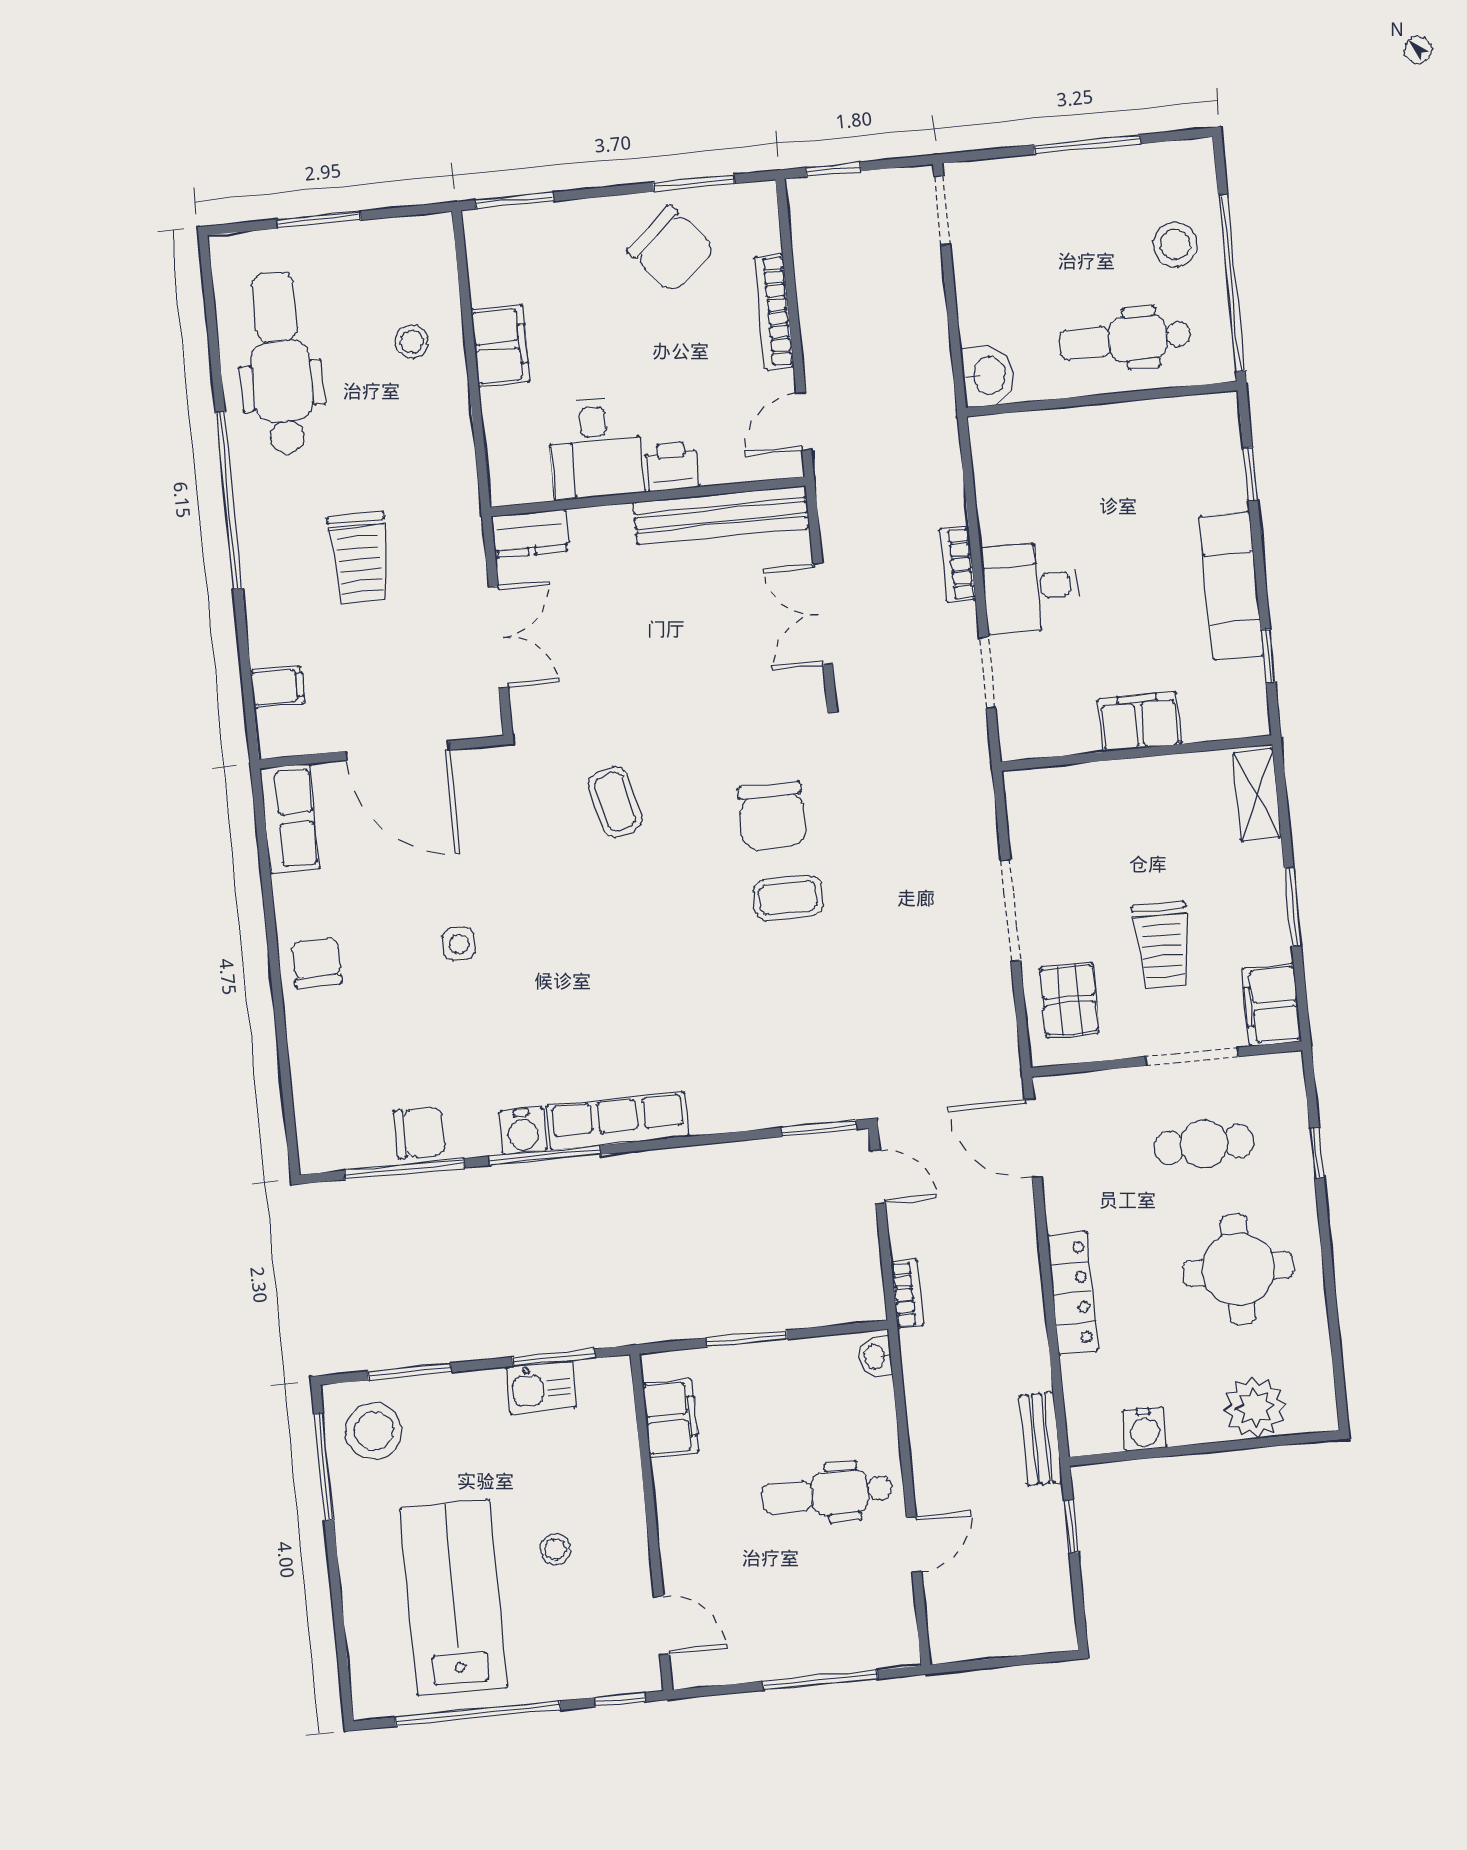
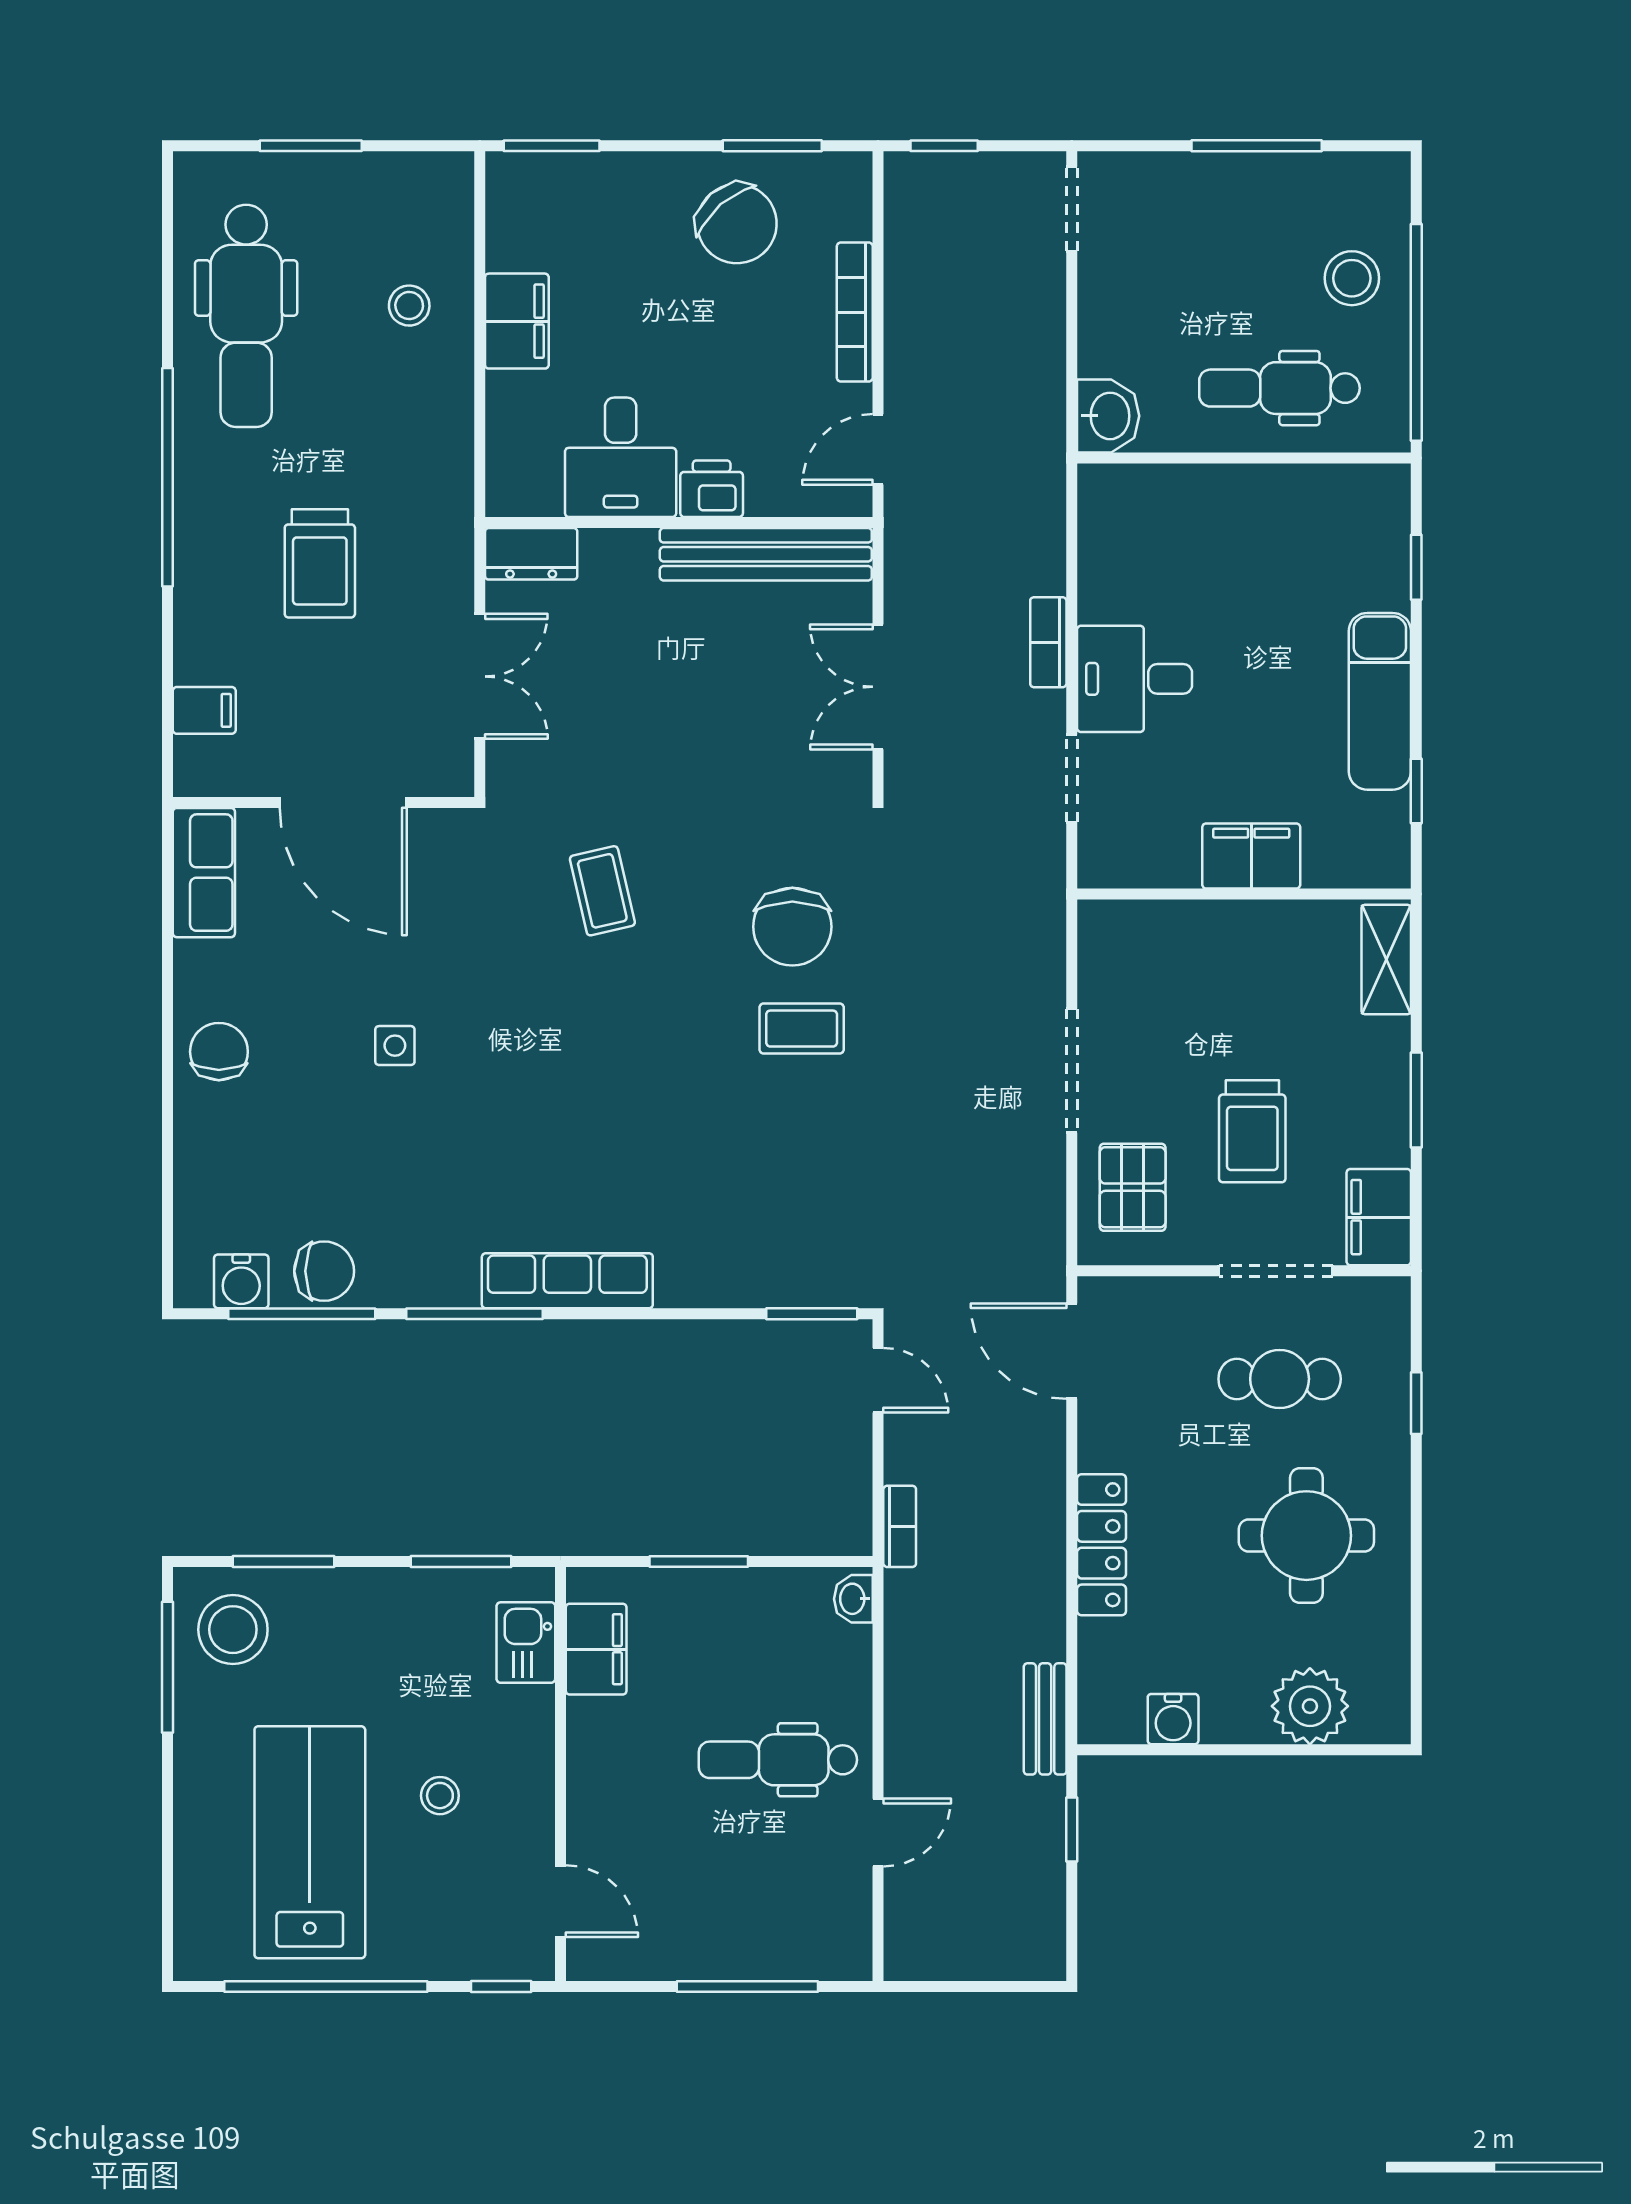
dental chair: (280, 363) -> (246, 316), turned 180
water cooler: (523, 1131) -> (241, 1281), moved
kitchen sink: (541, 1387) -> (526, 1643), moved, turned 90

